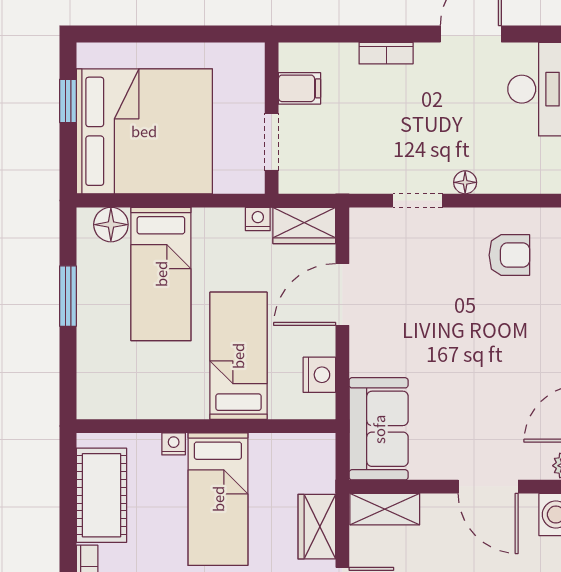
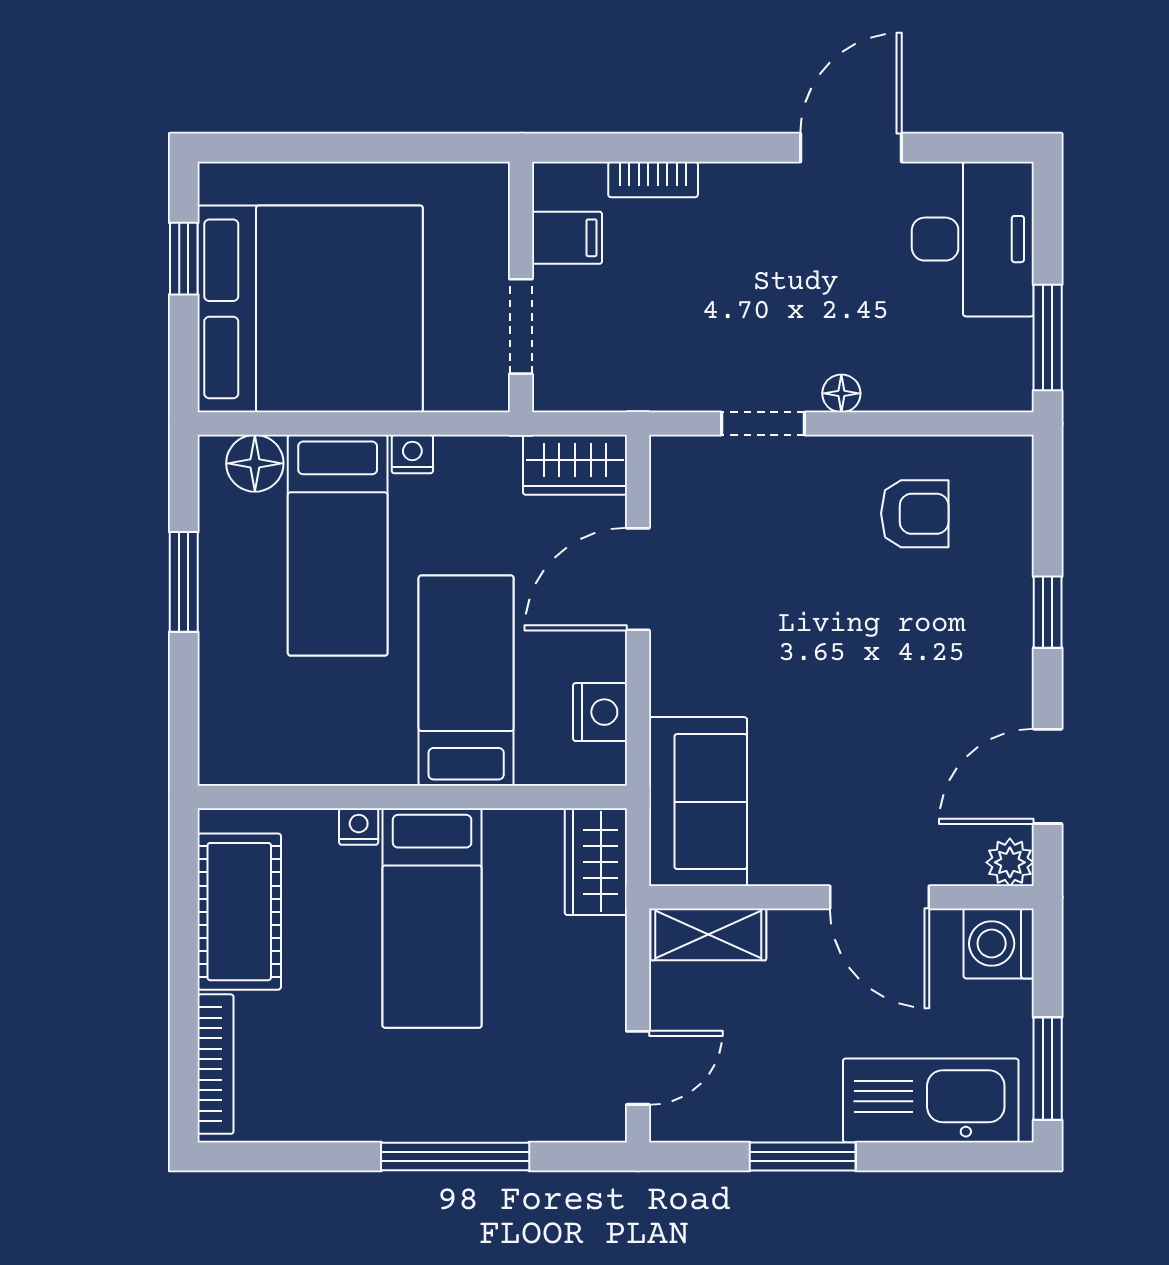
bookcase: (386, 53) -> (653, 179), moved
nightstand: (258, 219) -> (412, 454), moved
wardrobe: (317, 527) -> (596, 862), moved

